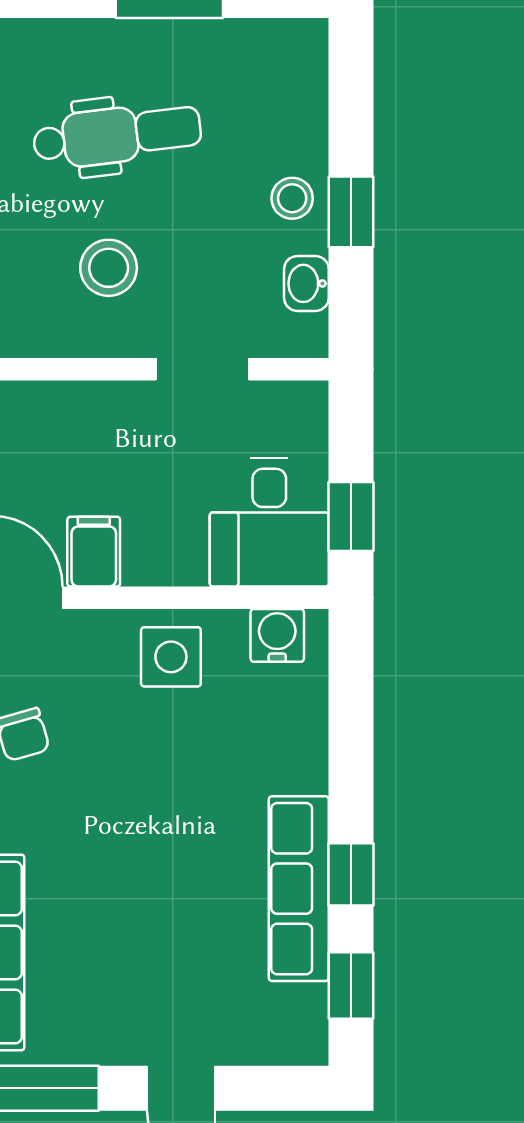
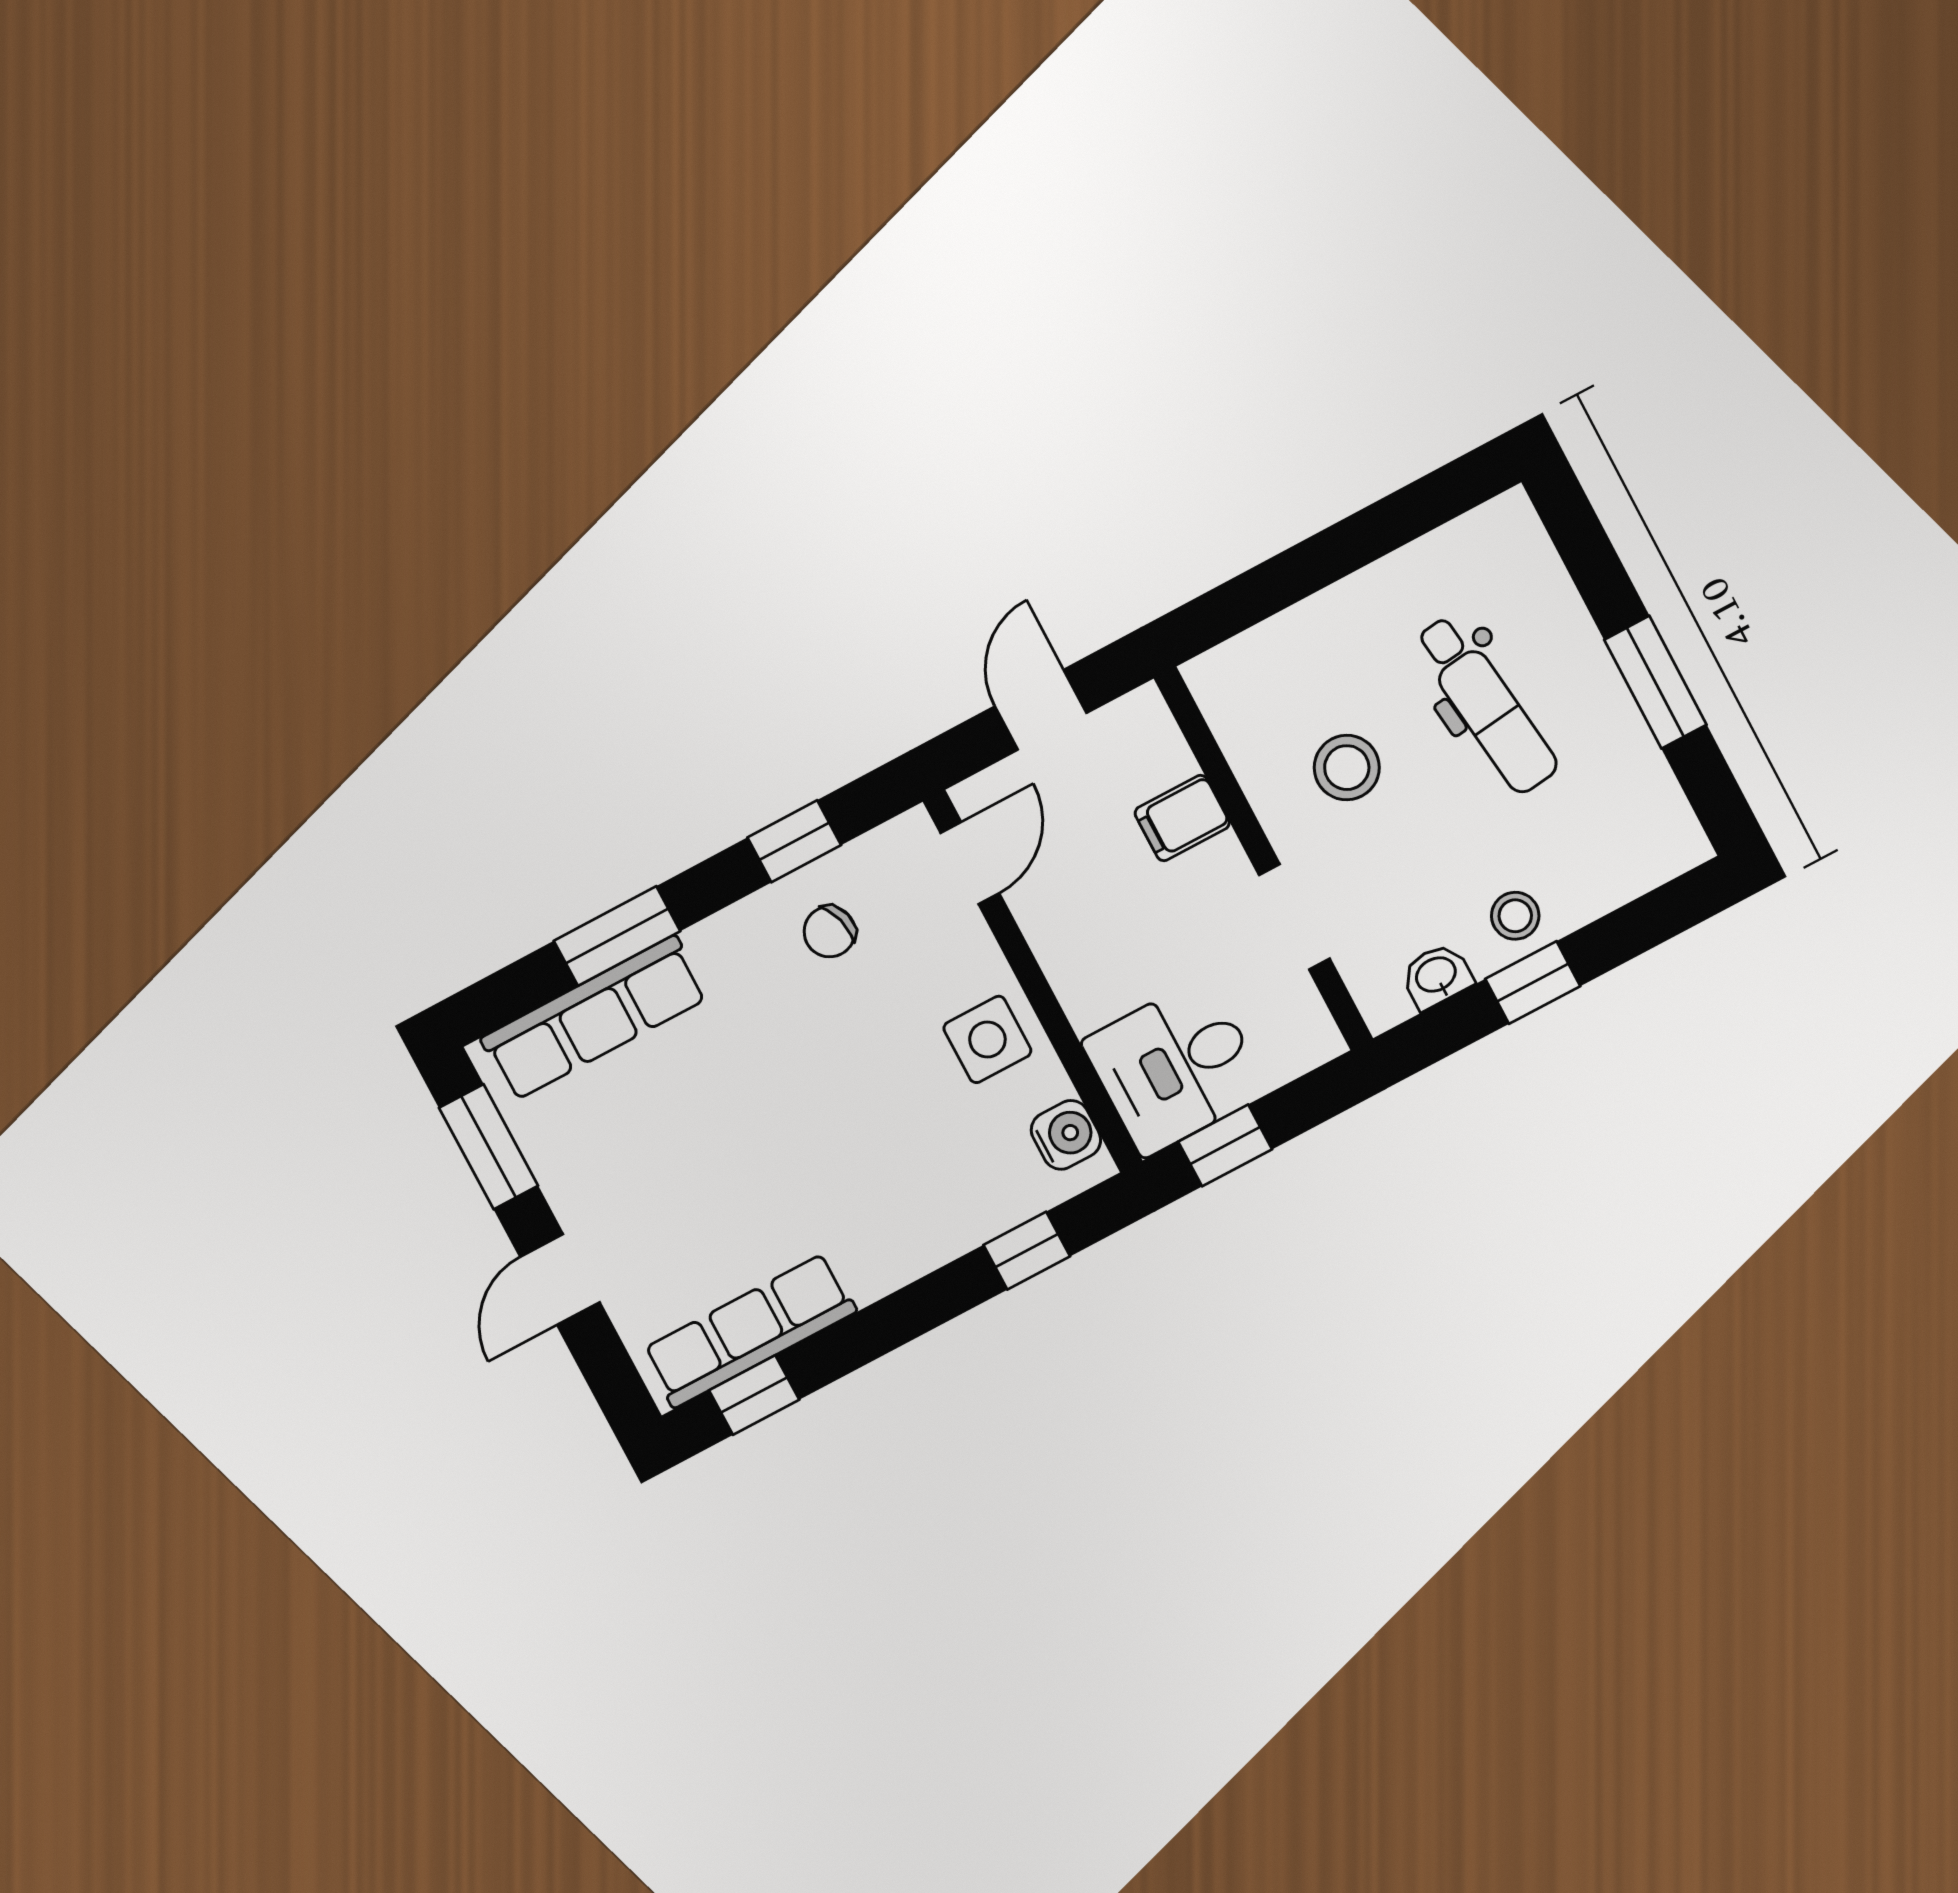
filing cabinet: (94, 552) -> (1182, 818), moved, turned 180
window: (351, 874) -> (1027, 1251), moved
row of seats: (299, 889) -> (749, 1330), moved

